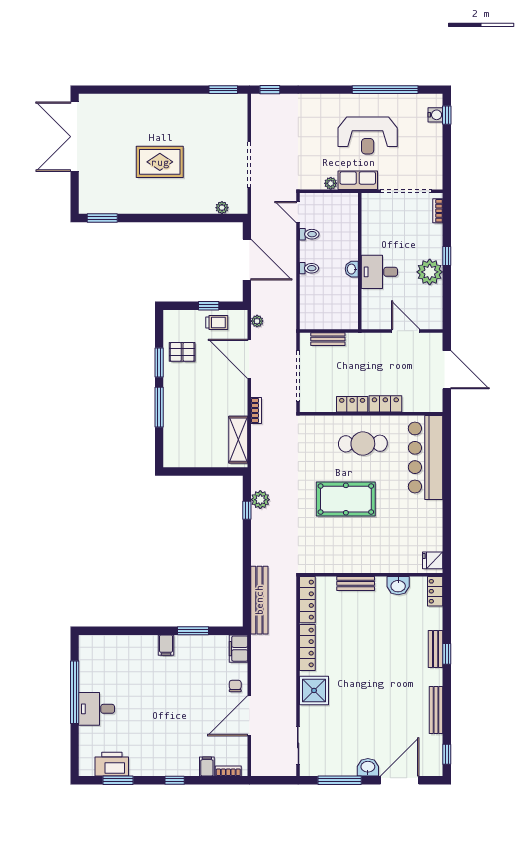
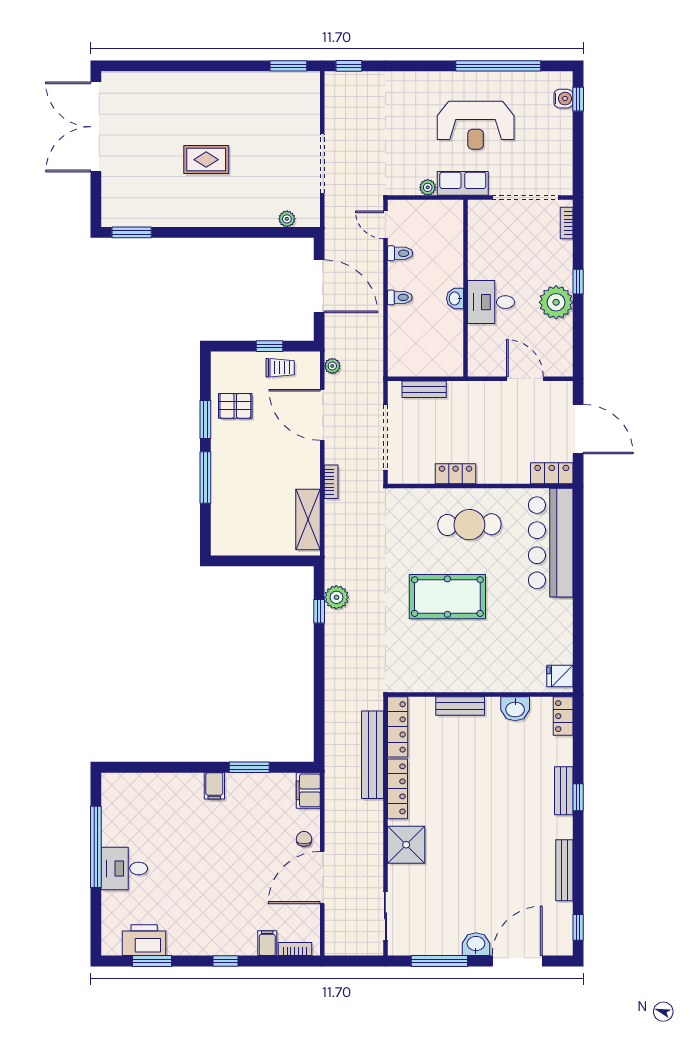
rug: (160, 162) -> (206, 160), width x0.73, depth x0.70
locker: (385, 404) -> (552, 473), moved
bench: (259, 600) -> (372, 755), moved

